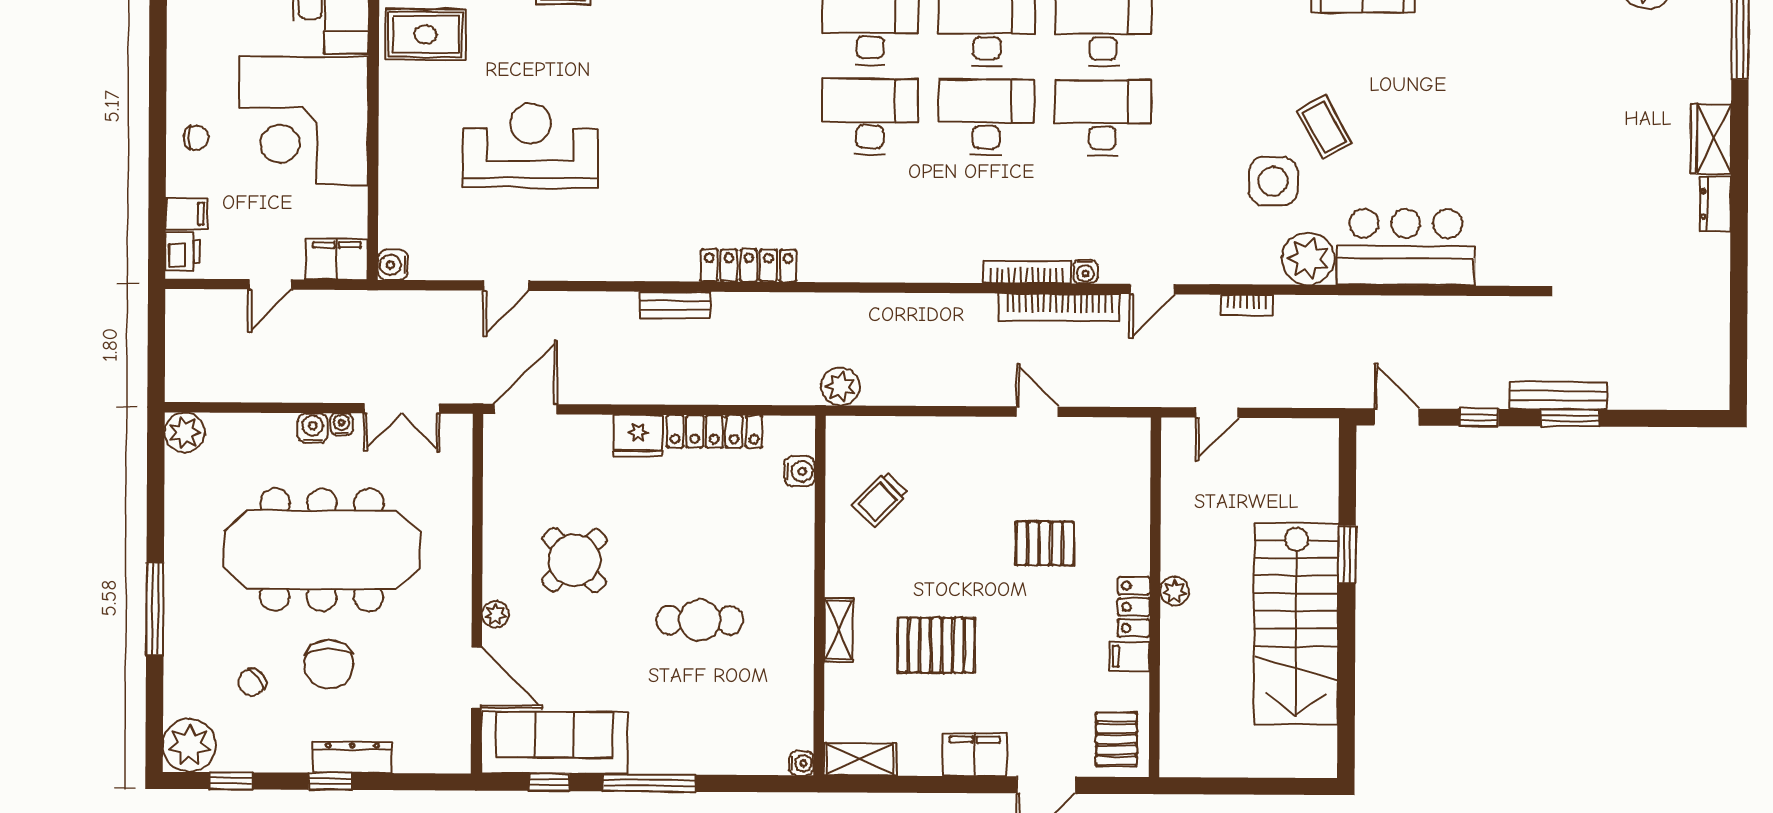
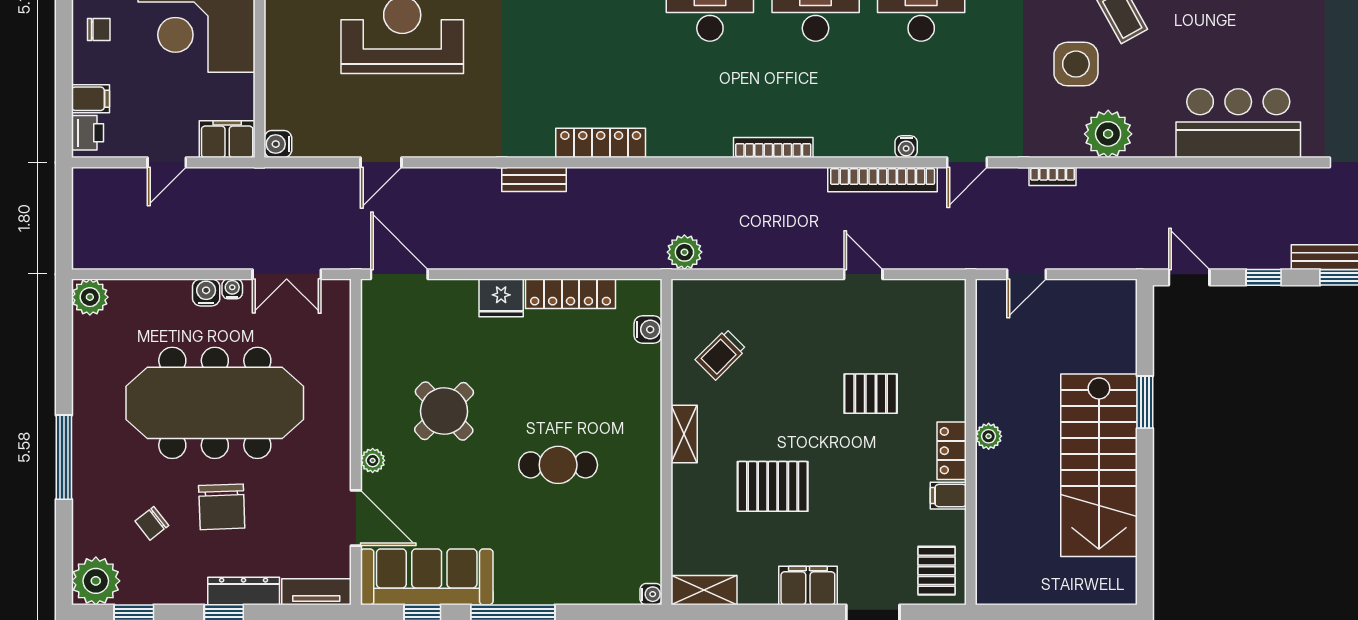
bar counter: (1406, 247) -> (1238, 123), moved
bookcase: (1027, 272) -> (773, 148), moved
door: (526, 409) -> (399, 274), hinge flipped
shelving: (839, 630) -> (684, 434), moved
tv unit: (432, 759) -> (316, 592), added

